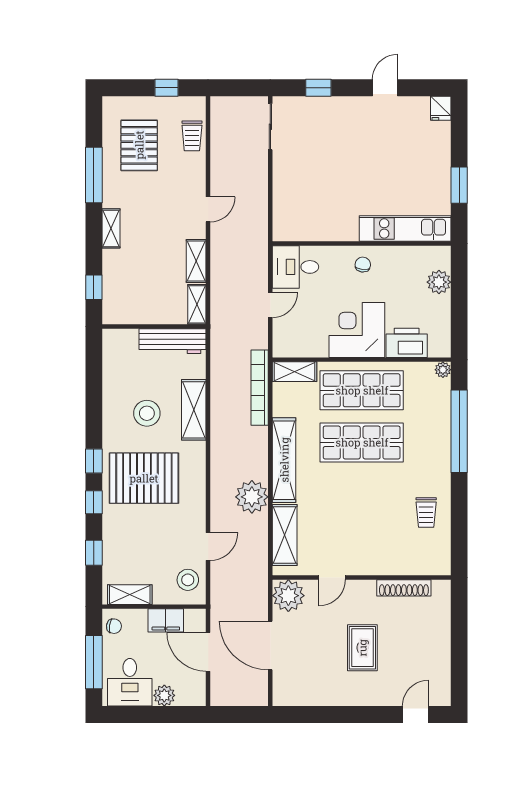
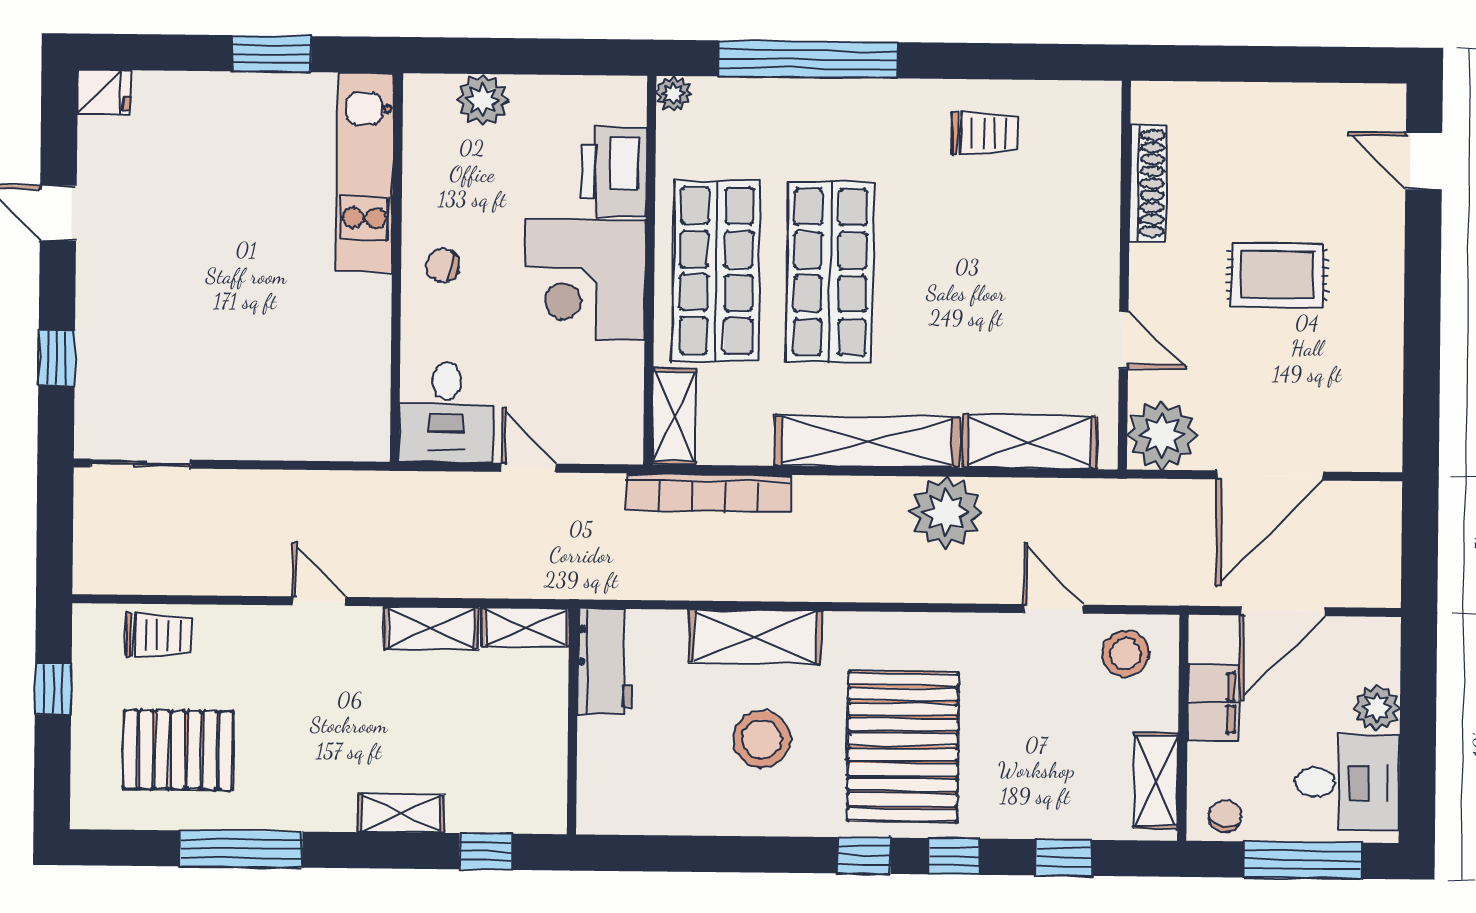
shelving: (111, 228) -> (401, 813), moved
workbench: (173, 341) -> (605, 662), width x0.73

